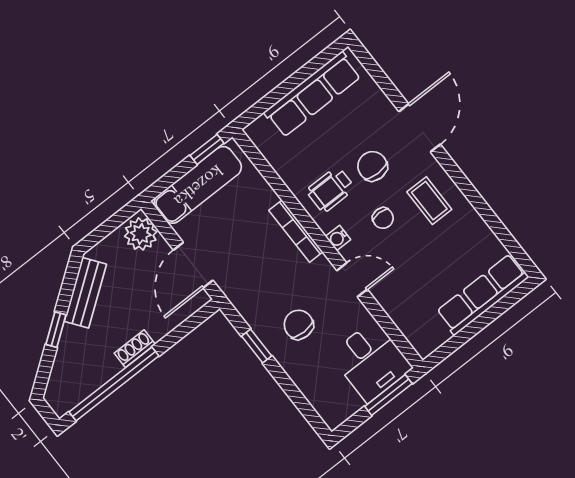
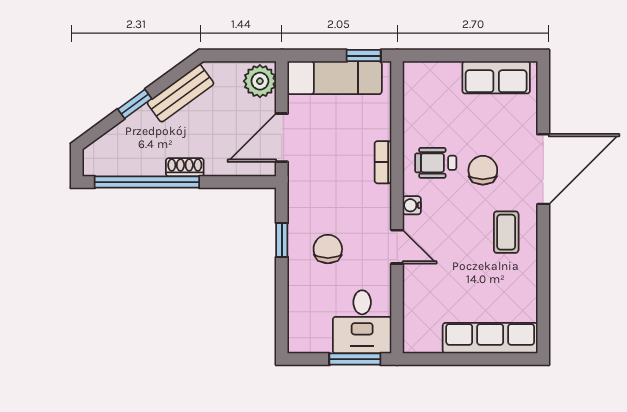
row of seats: (313, 94) -> (496, 77), width x0.68
door: (420, 128) -> (543, 169), width x1.36
chair: (383, 218) -> (459, 217), removed
bookcase: (296, 231) -> (383, 162), width x0.64

